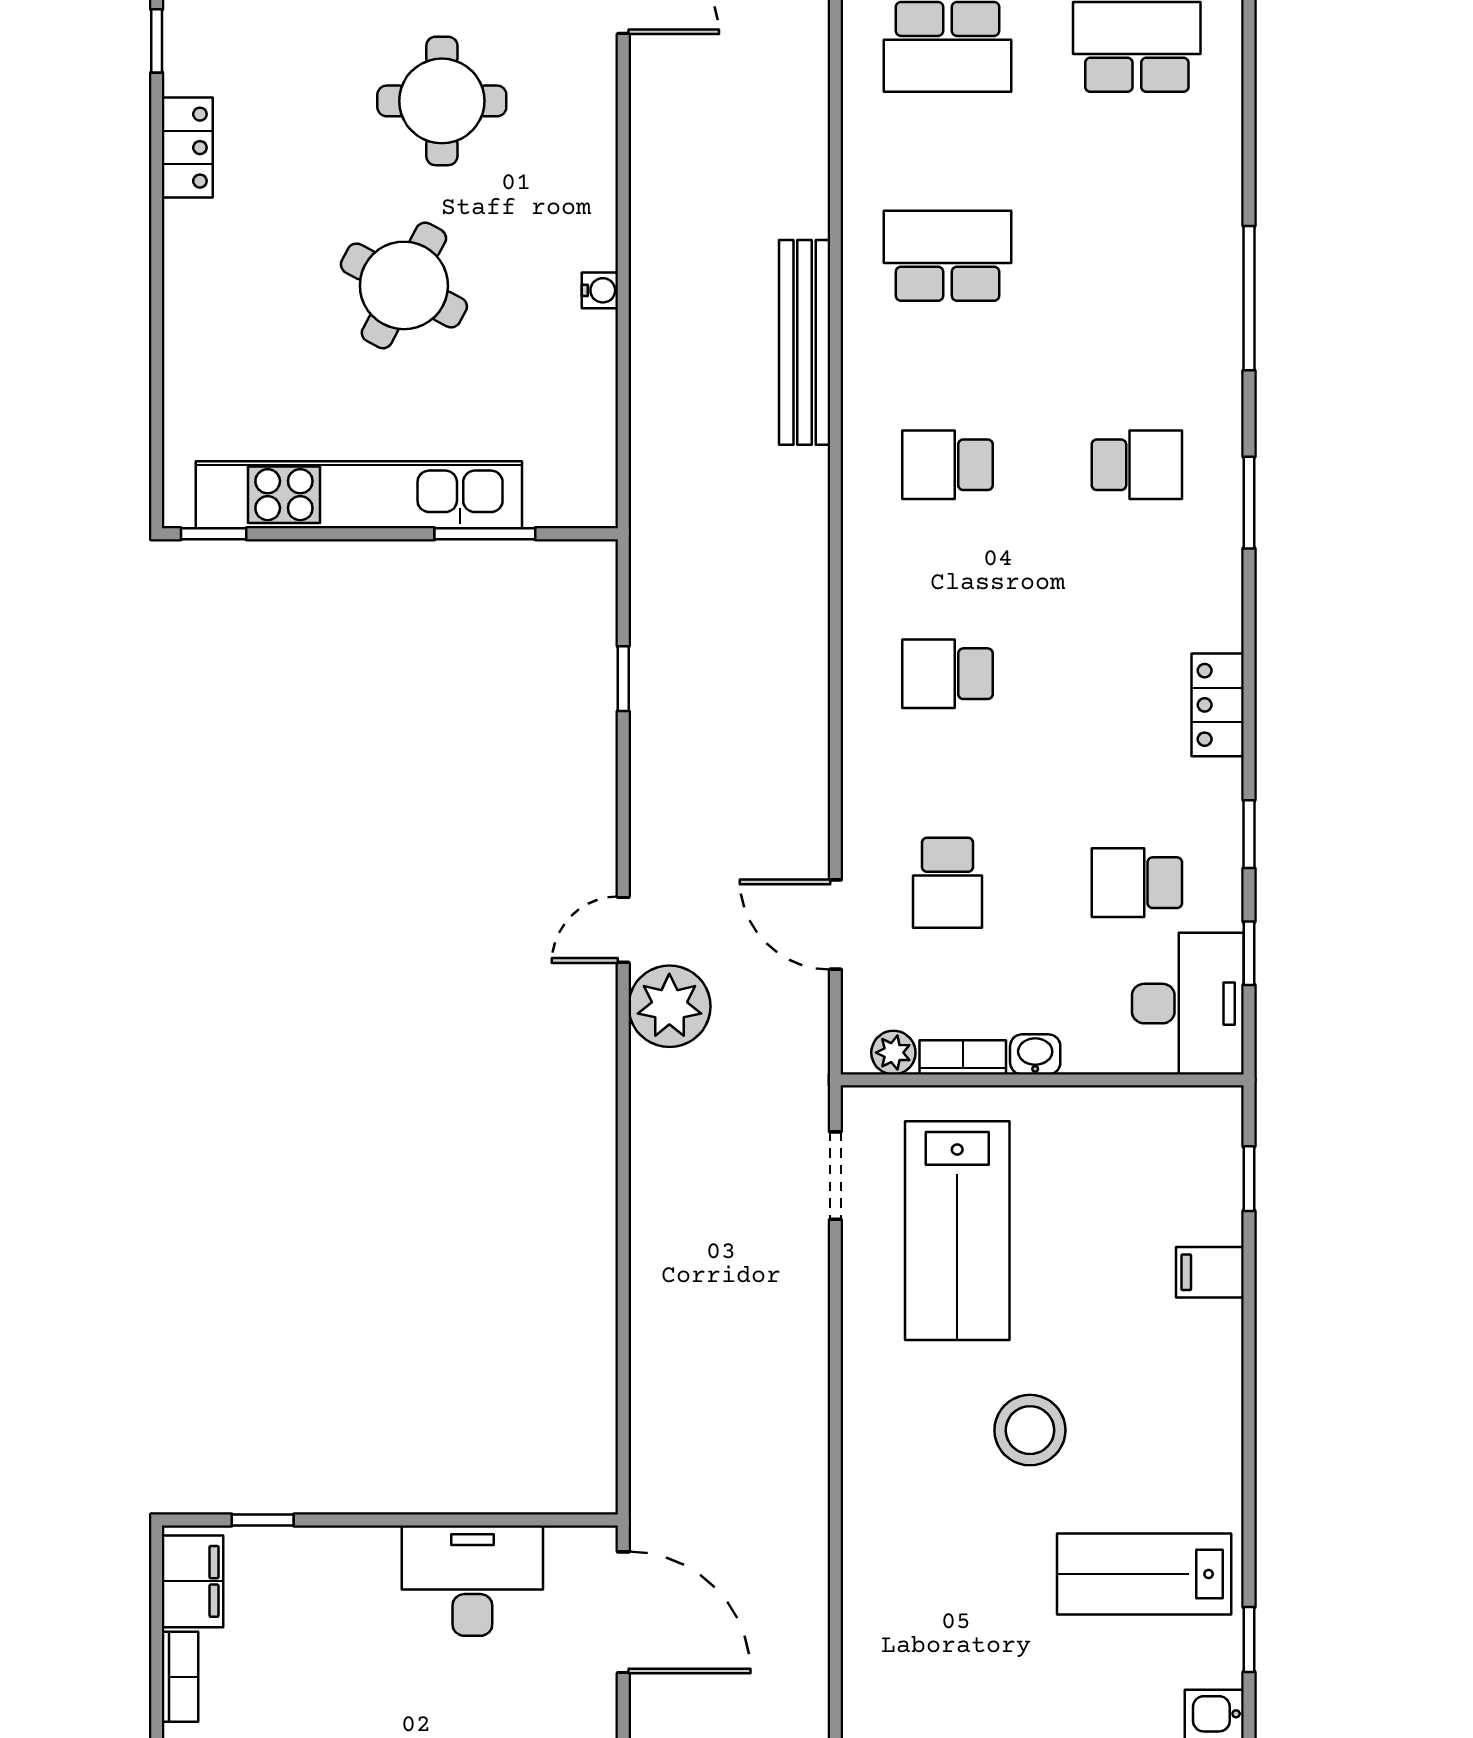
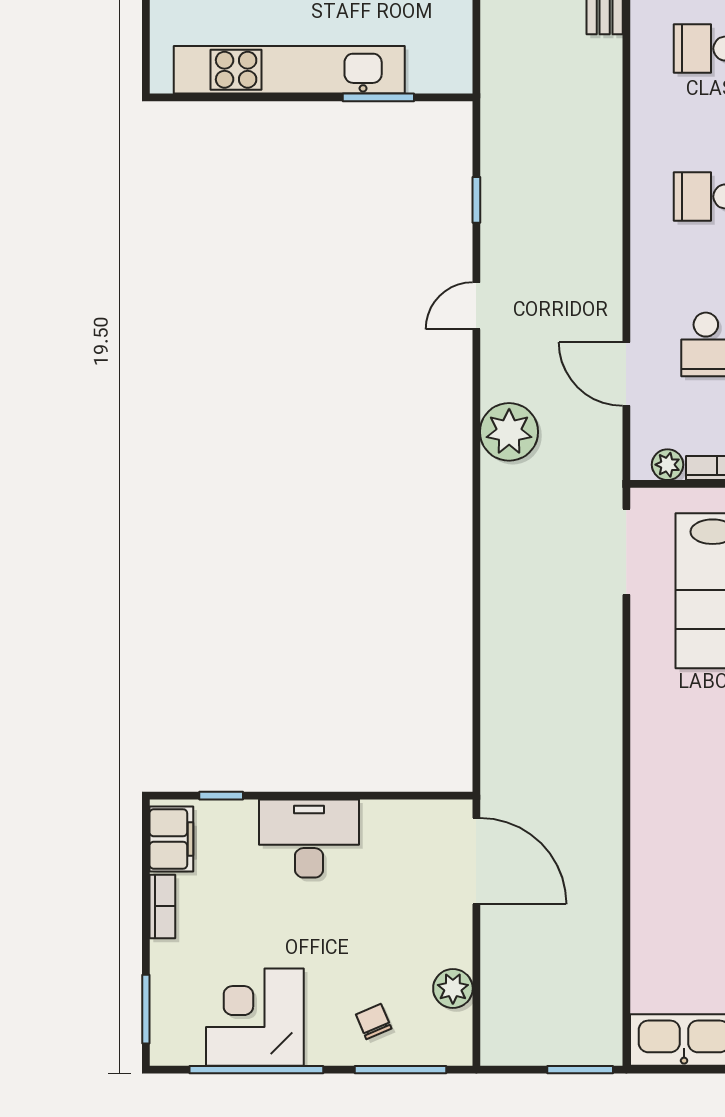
window: (214, 534) -> (186, 97), removed
door: (623, 930) -> (476, 306), moved
doorway: (835, 1176) -> (626, 552), width x1.38
desk: (472, 1581) -> (309, 838), moved

